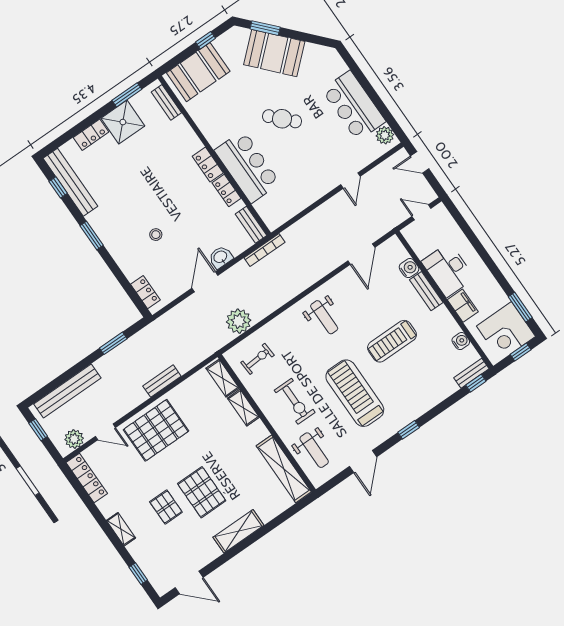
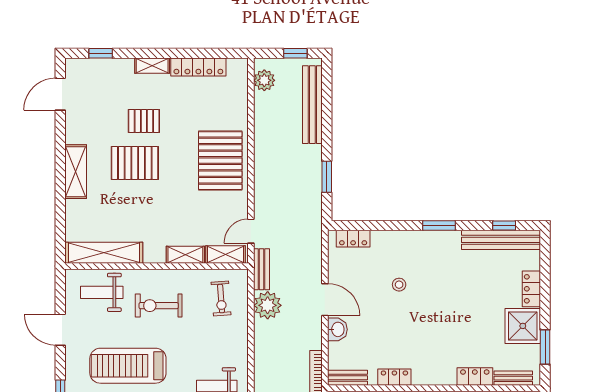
locker: (208, 165) -> (475, 377), moved
bench: (162, 381) -> (261, 269), moved
treadmill: (355, 393) -> (128, 366), turned 180
door: (105, 432) -> (251, 231), moved
locker: (87, 478) -> (198, 67), moved

